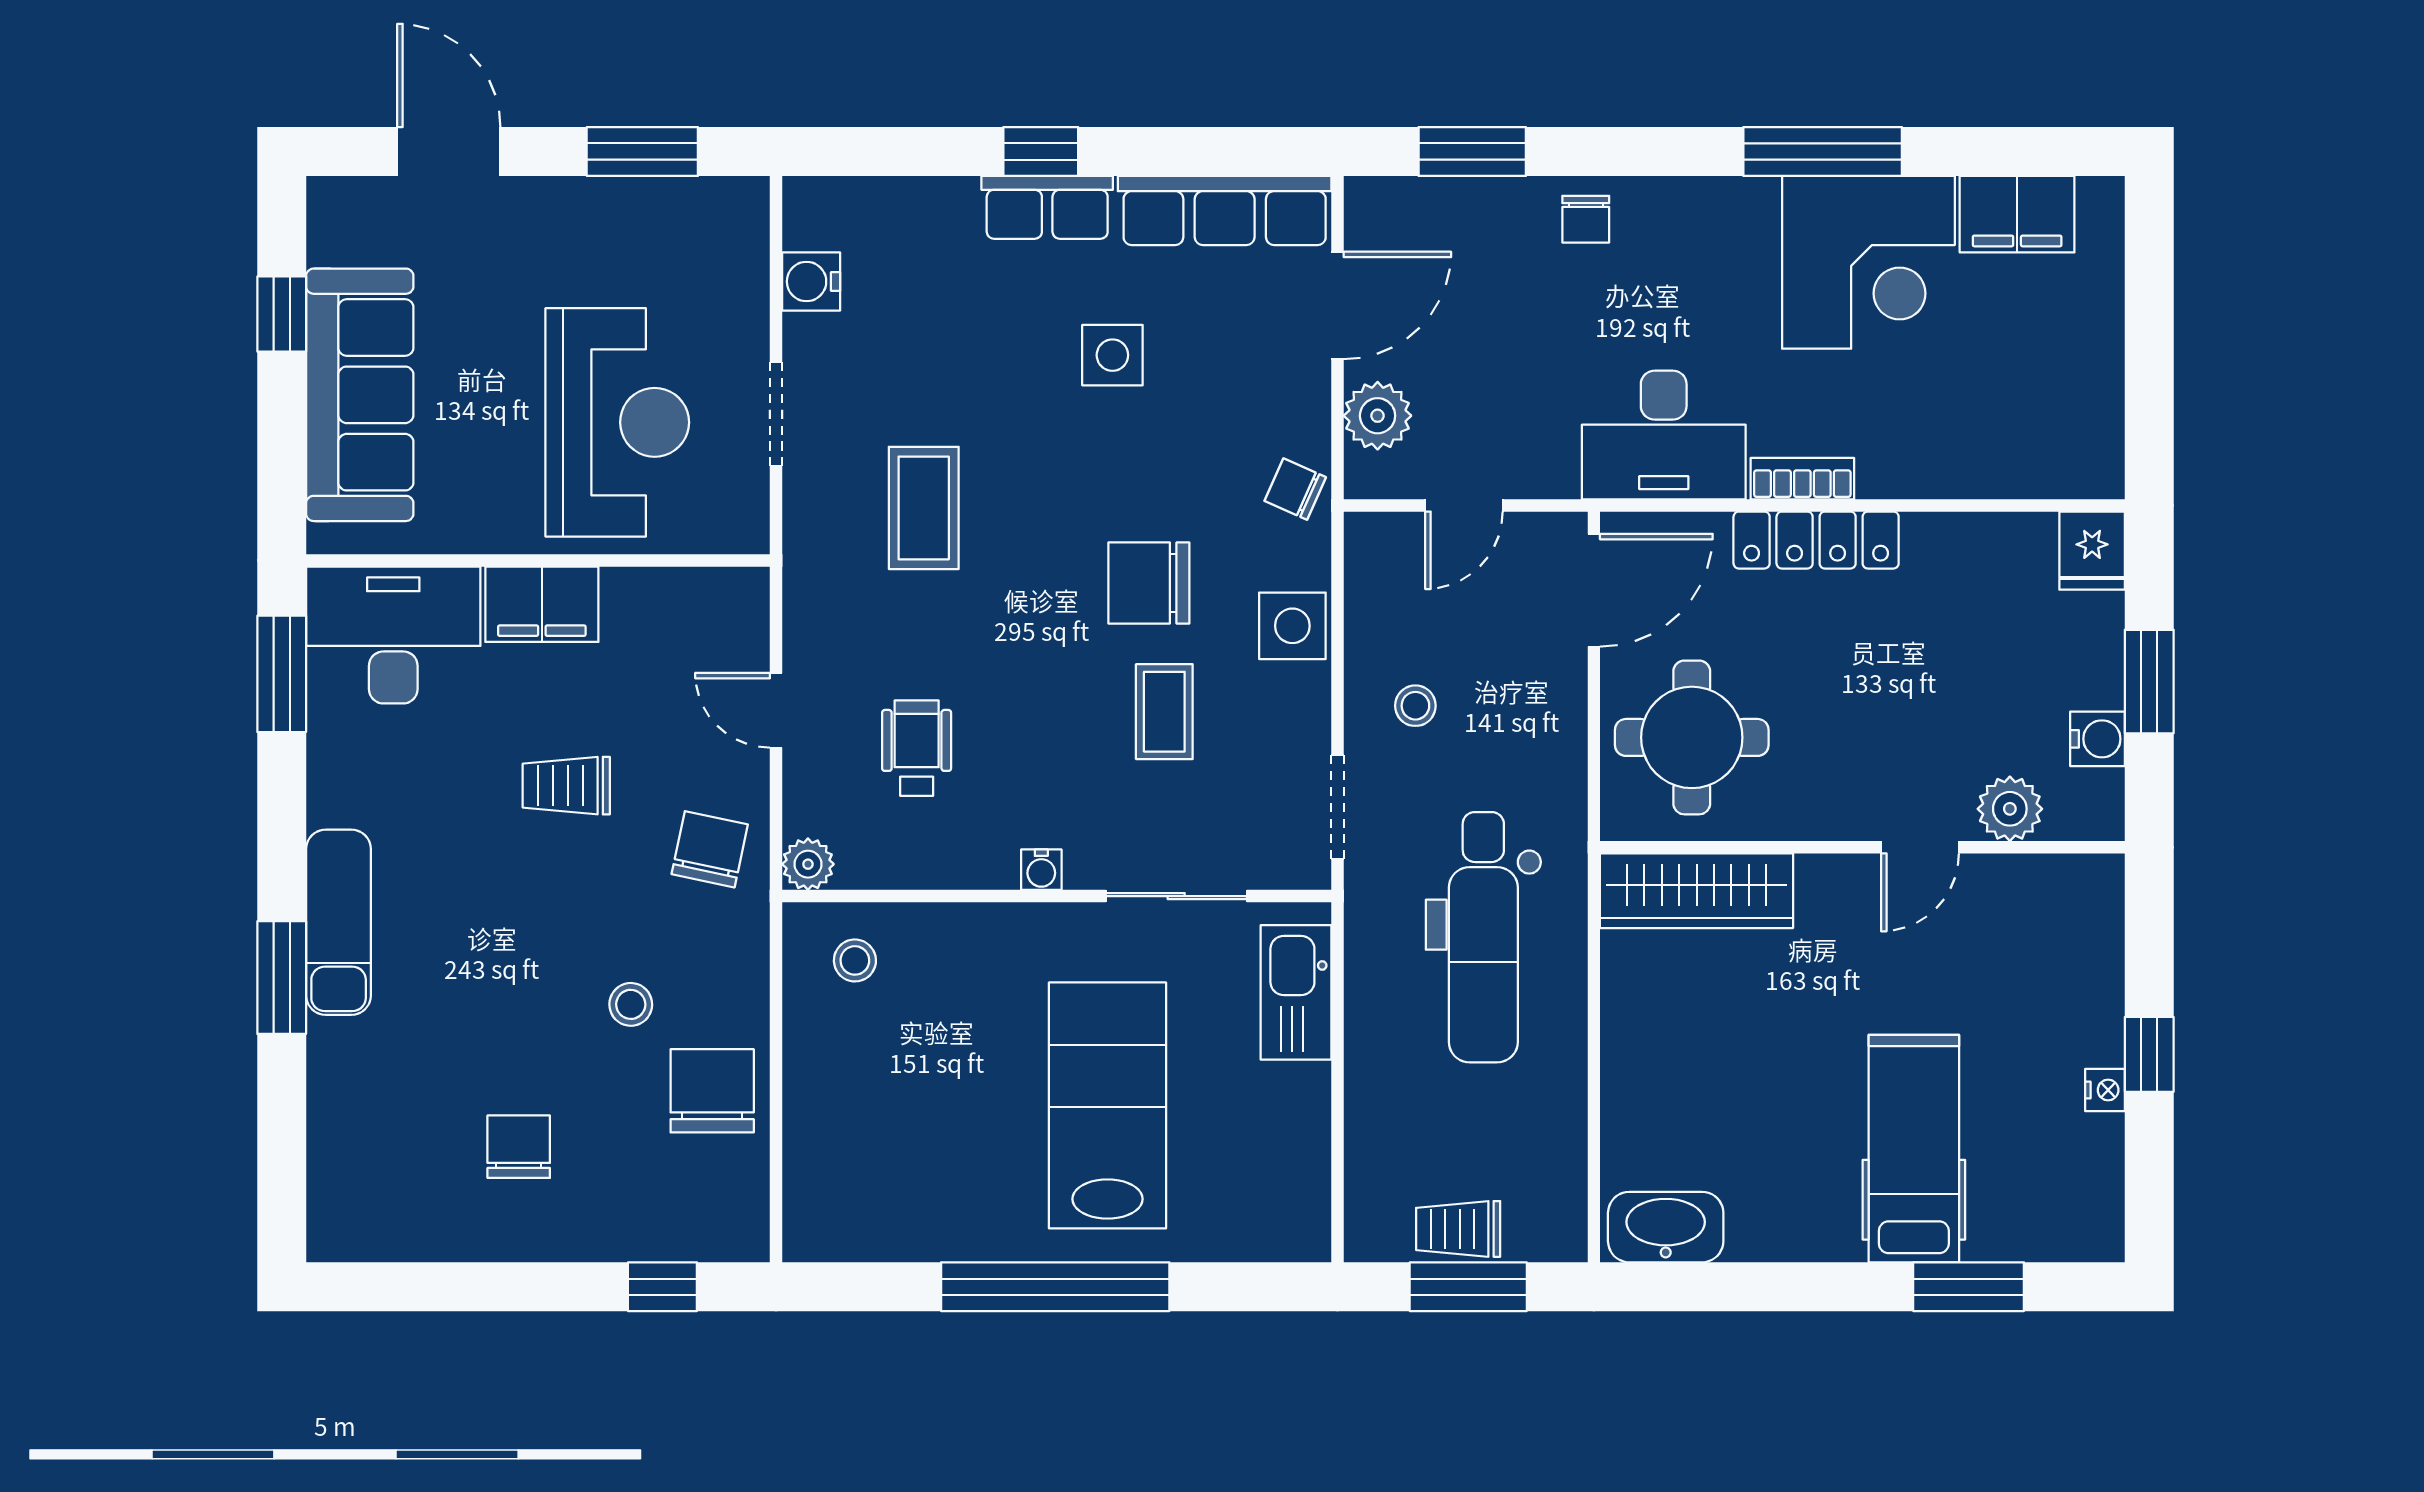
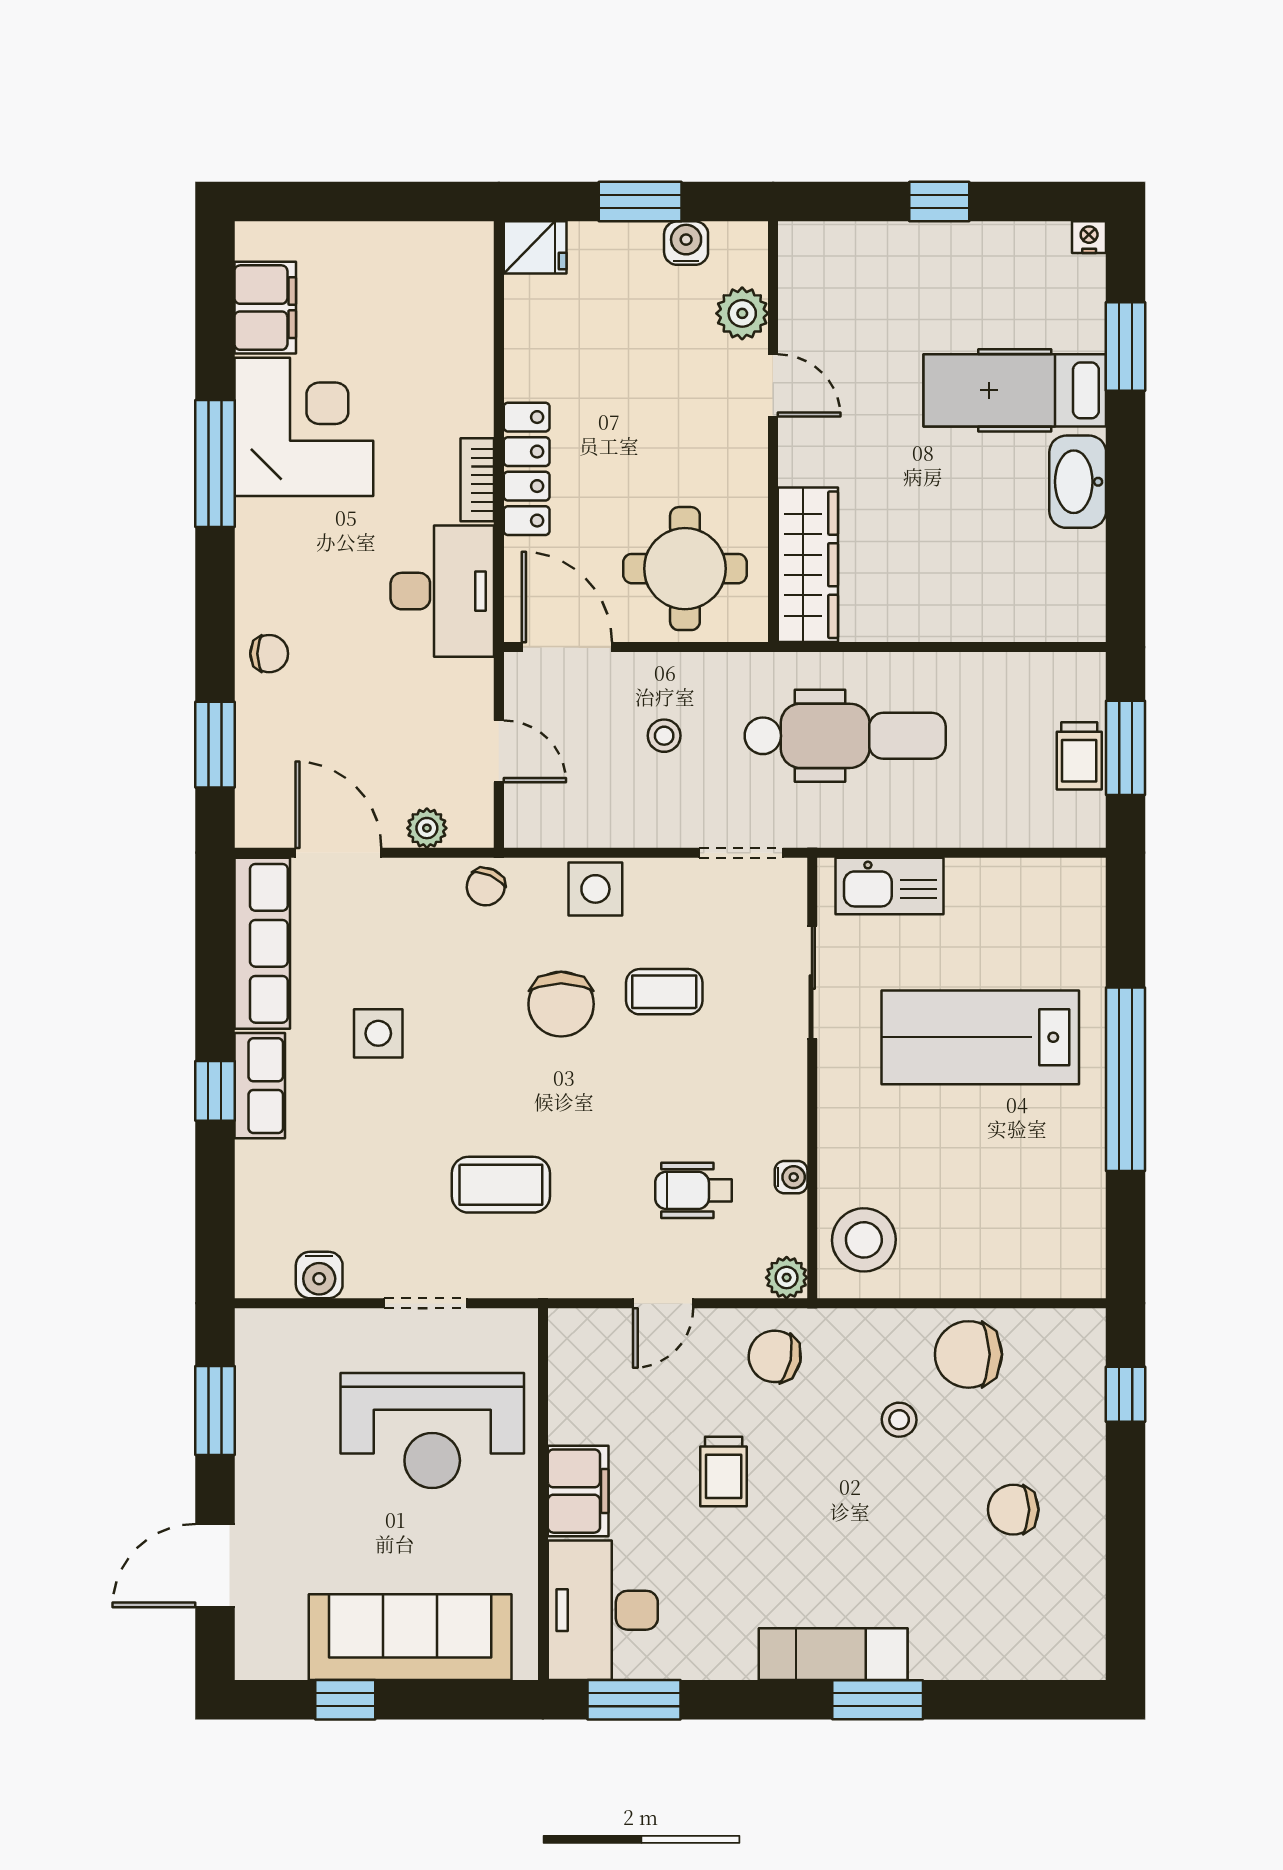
plant: (1378, 416) -> (427, 828), width x0.73, depth x0.73
reception desk: (617, 422) -> (432, 1431), turned 180
stool: (1415, 706) -> (664, 736), moved
water cooler: (1041, 870) -> (791, 1177), moved
stool: (855, 960) -> (864, 1240), width x1.89, depth x1.89
nightstand: (2105, 1090) -> (1089, 237), moved
washbasin: (1666, 1227) -> (1078, 482), moved

